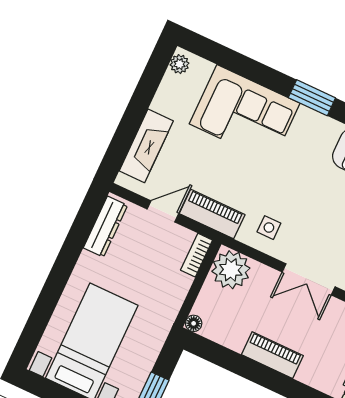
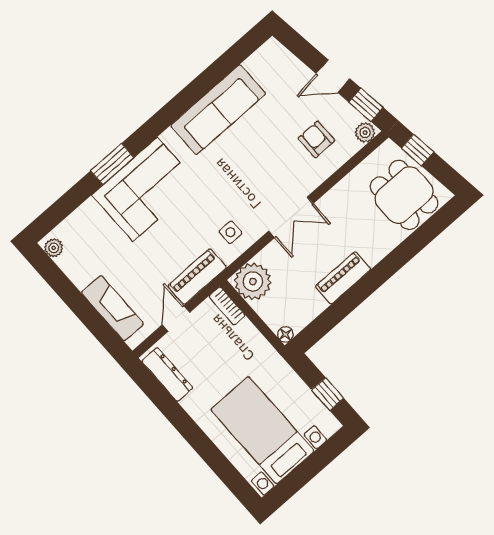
window: (312, 98) -> (112, 164), moved
corner sofa: (245, 113) -> (145, 189), moved

